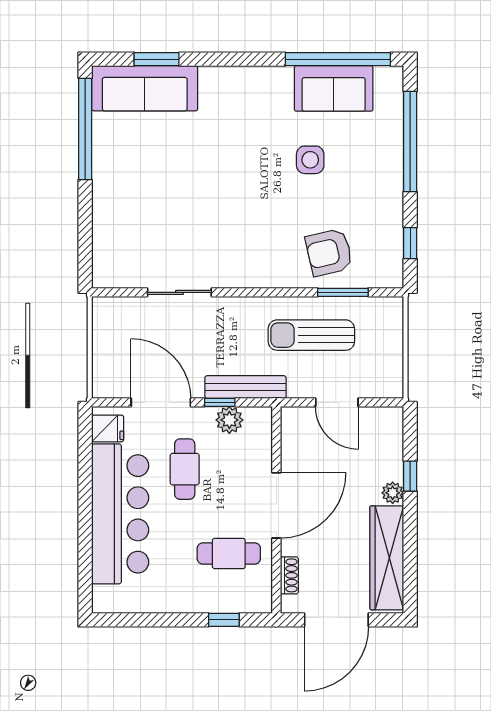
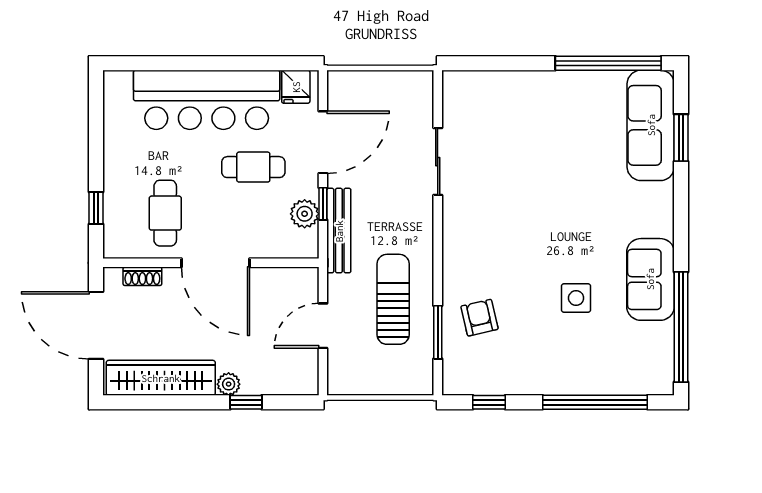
sofa: (334, 88) -> (650, 279), moved
armchair: (329, 252) -> (480, 318), width x0.72, depth x0.72

